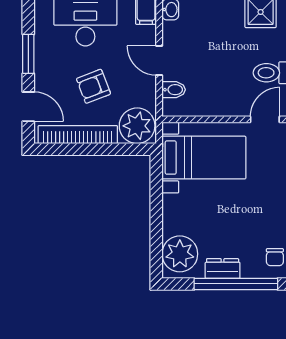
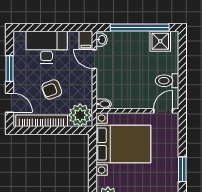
door: (159, 61) -> (94, 59), moved
bidet: (174, 90) -> (104, 104), moved
bed with nightstands: (204, 158) -> (123, 144), width x1.36

